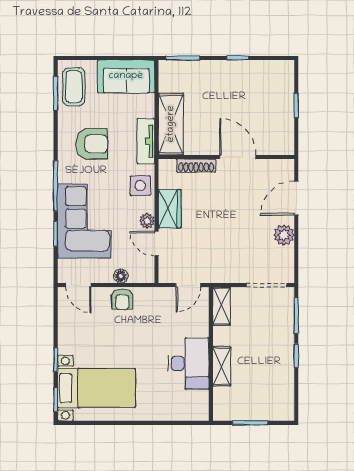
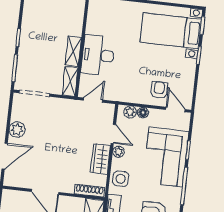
shoe rack: (196, 166) -> (90, 191), moved
plant: (138, 275) -> (130, 112), added
armchair: (122, 299) -> (159, 90), moved
desk: (189, 363) -> (98, 55), moved
shelving: (222, 366) -> (73, 51), moved

